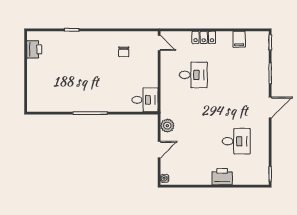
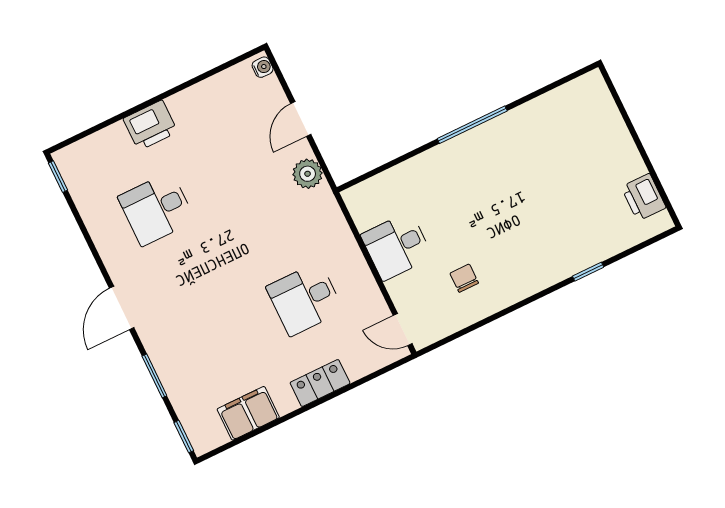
filing cabinet: (239, 39) -> (248, 413), width x2.00
desk: (145, 100) -> (397, 246), moved

